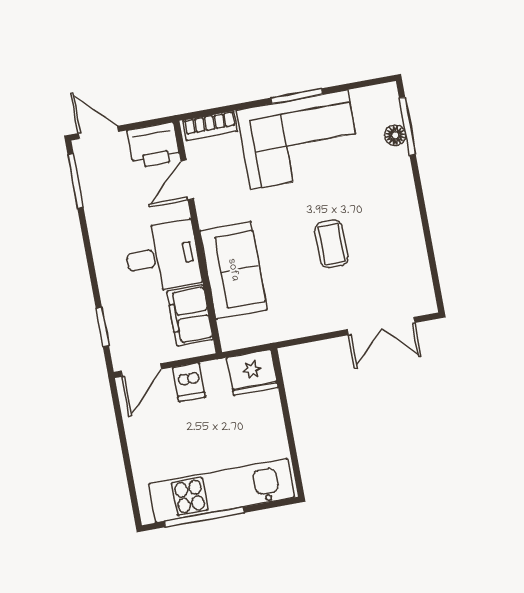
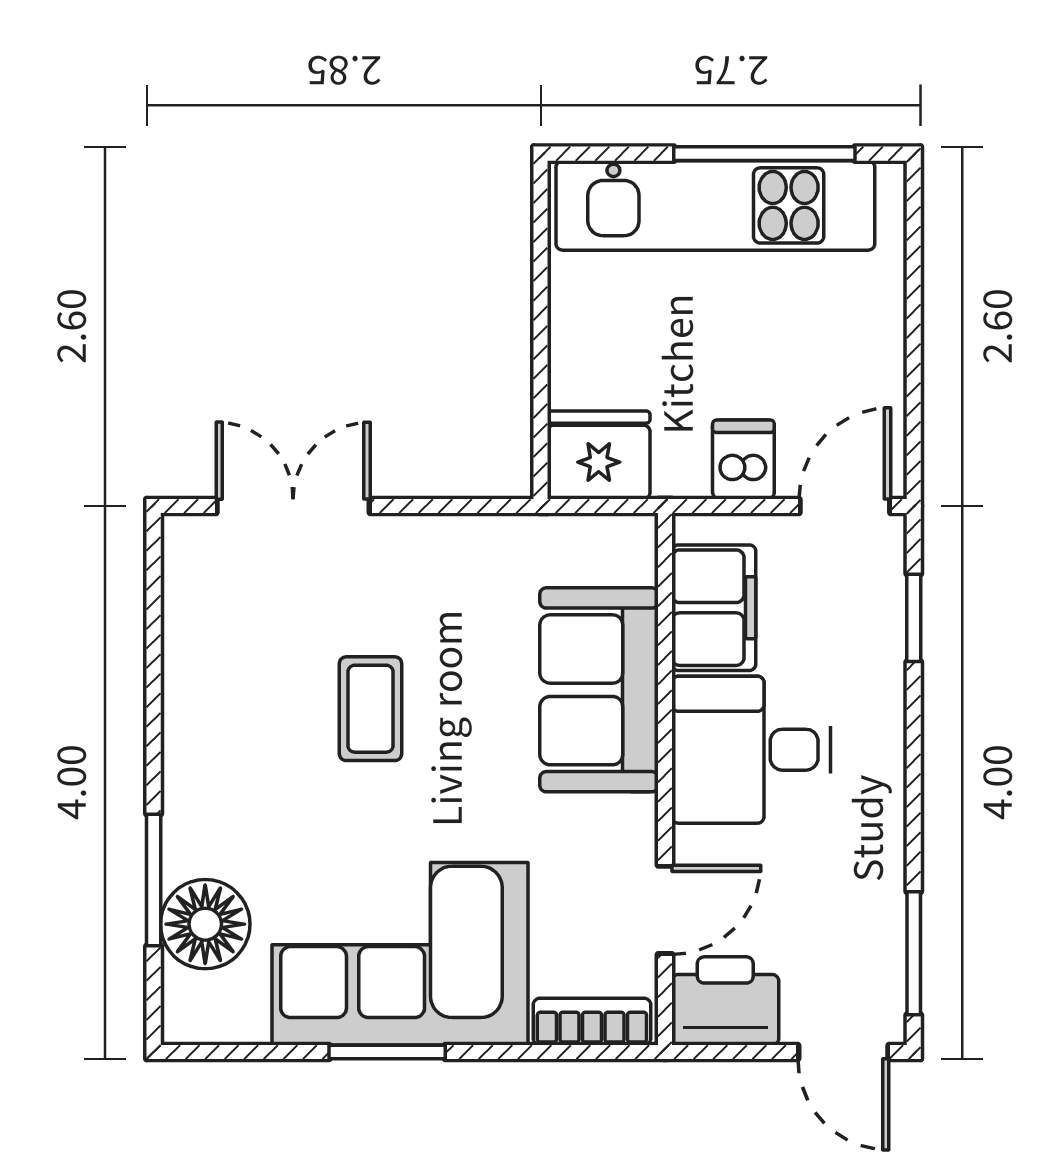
window: (407, 126) -> (154, 880), moved
floor lamp: (395, 135) -> (205, 924), width x1.89, depth x1.89

